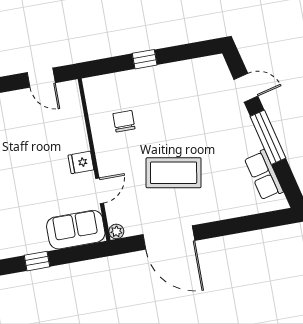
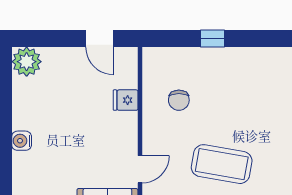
chair: (124, 121) -> (179, 100), turned 180
fridge: (81, 162) -> (126, 100), moved

